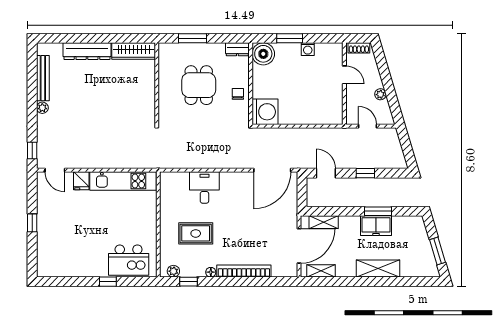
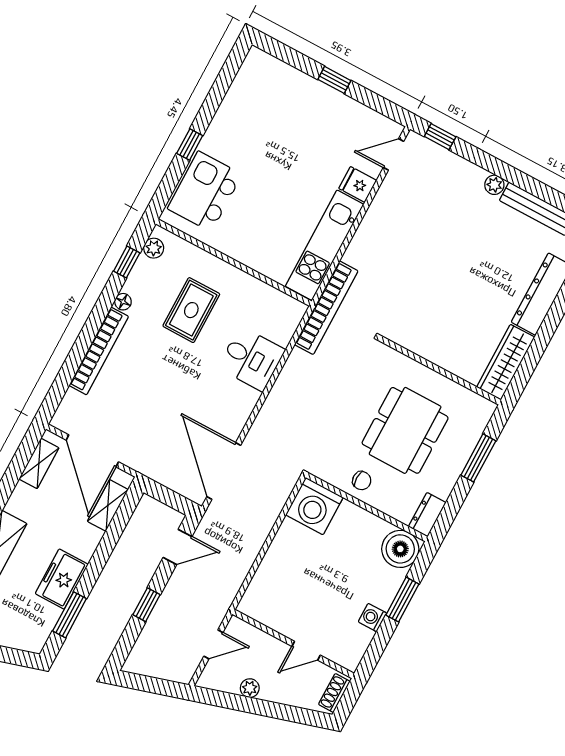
dining table: (199, 85) -> (405, 430), width x1.37
bookcase: (156, 162) -> (326, 308), added
window: (378, 211) -> (70, 615), moved

